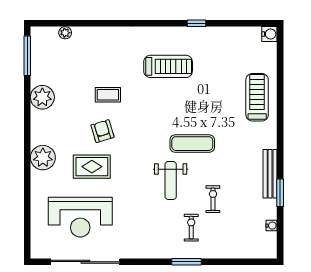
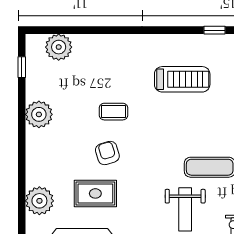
plant: (65, 33) -> (59, 47), width x1.88, depth x1.88
window: (27, 56) -> (22, 67), width x0.46
plant: (43, 158) -> (39, 201), moved

